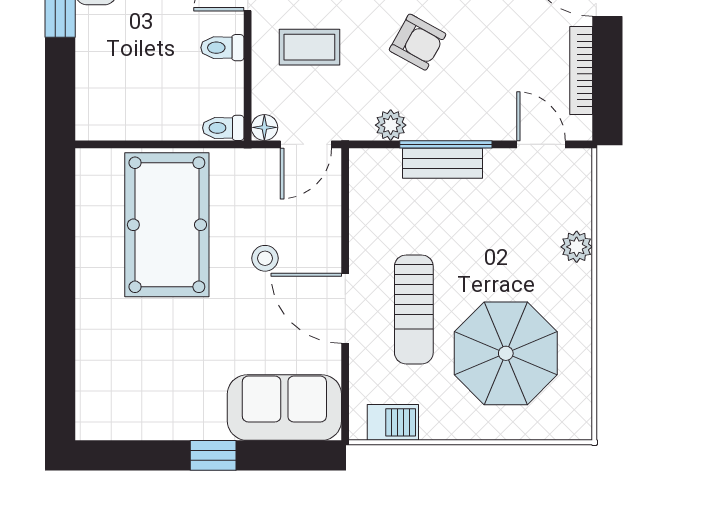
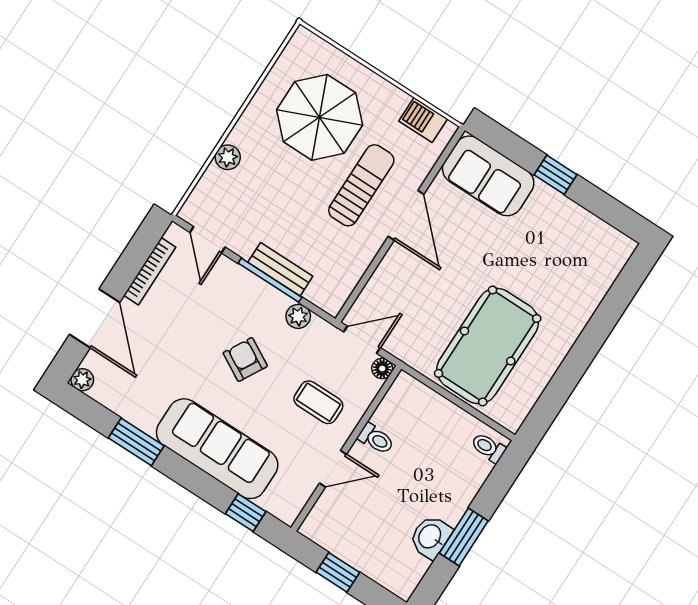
toilet: (223, 128) -> (488, 448), moved, turned 180
stool: (265, 258) -> (437, 282), removed

